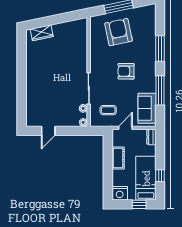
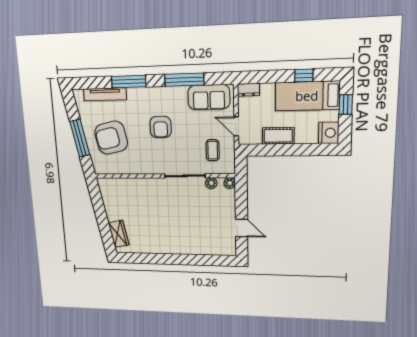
tv unit: (151, 29) -> (105, 94), added

